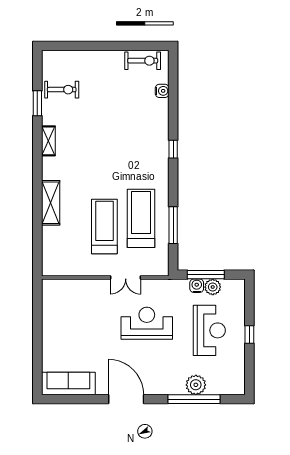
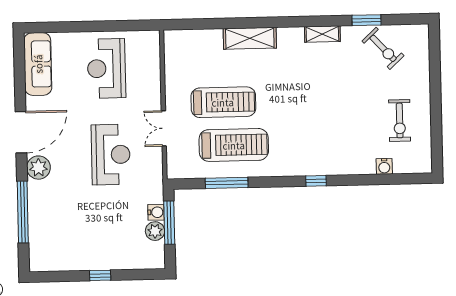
exercise bike: (143, 61) -> (400, 120), moved
exercise bike: (62, 90) -> (383, 48), turned -43
reception desk: (209, 330) -> (106, 68), moved, turned 90
plant: (196, 385) -> (38, 168), moved

